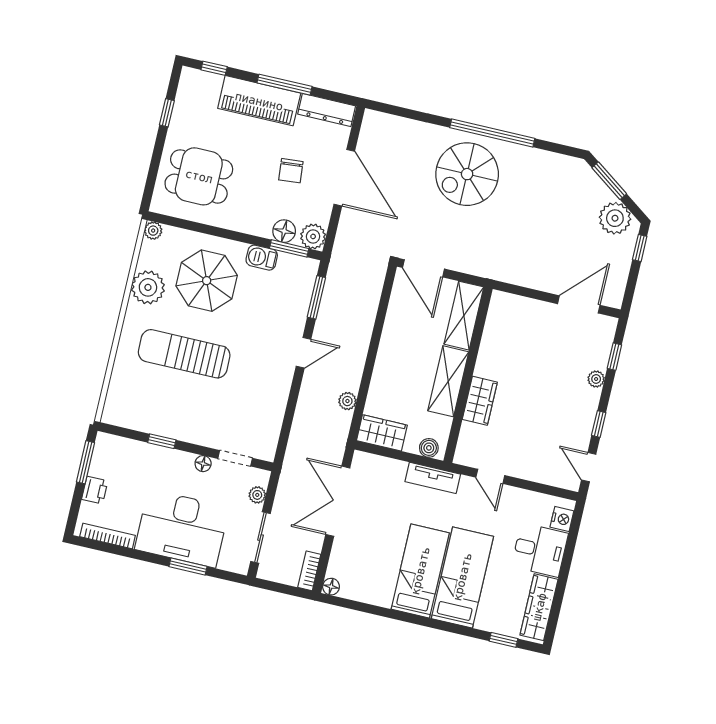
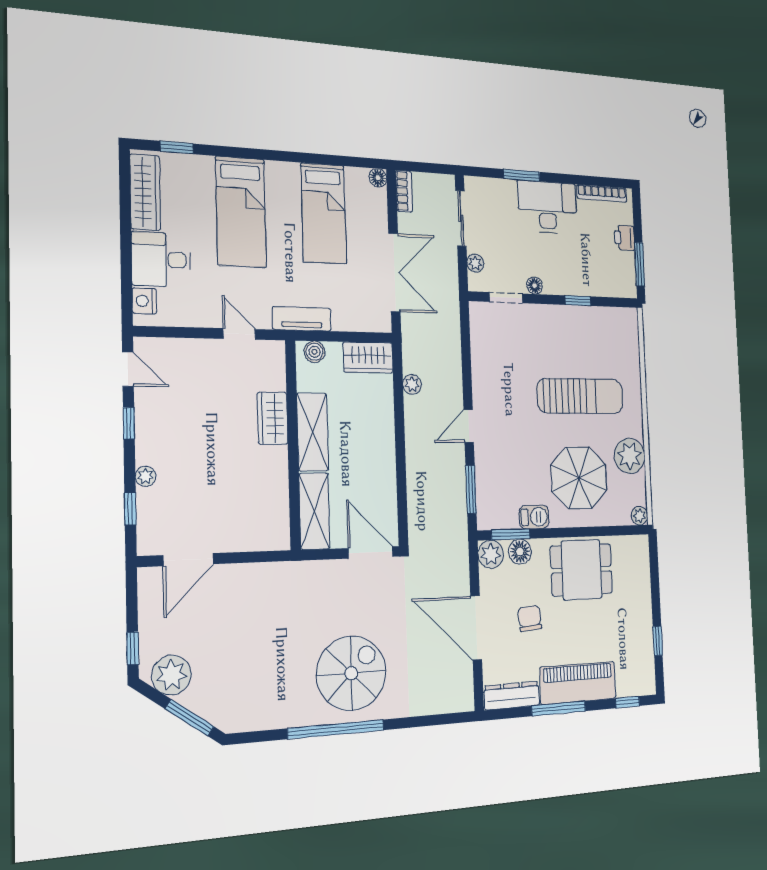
dining table: (199, 176) -> (581, 570), moved
desk: (182, 528) -> (547, 207), width x0.73, depth x0.77
bed: (420, 571) -> (324, 213), moved

